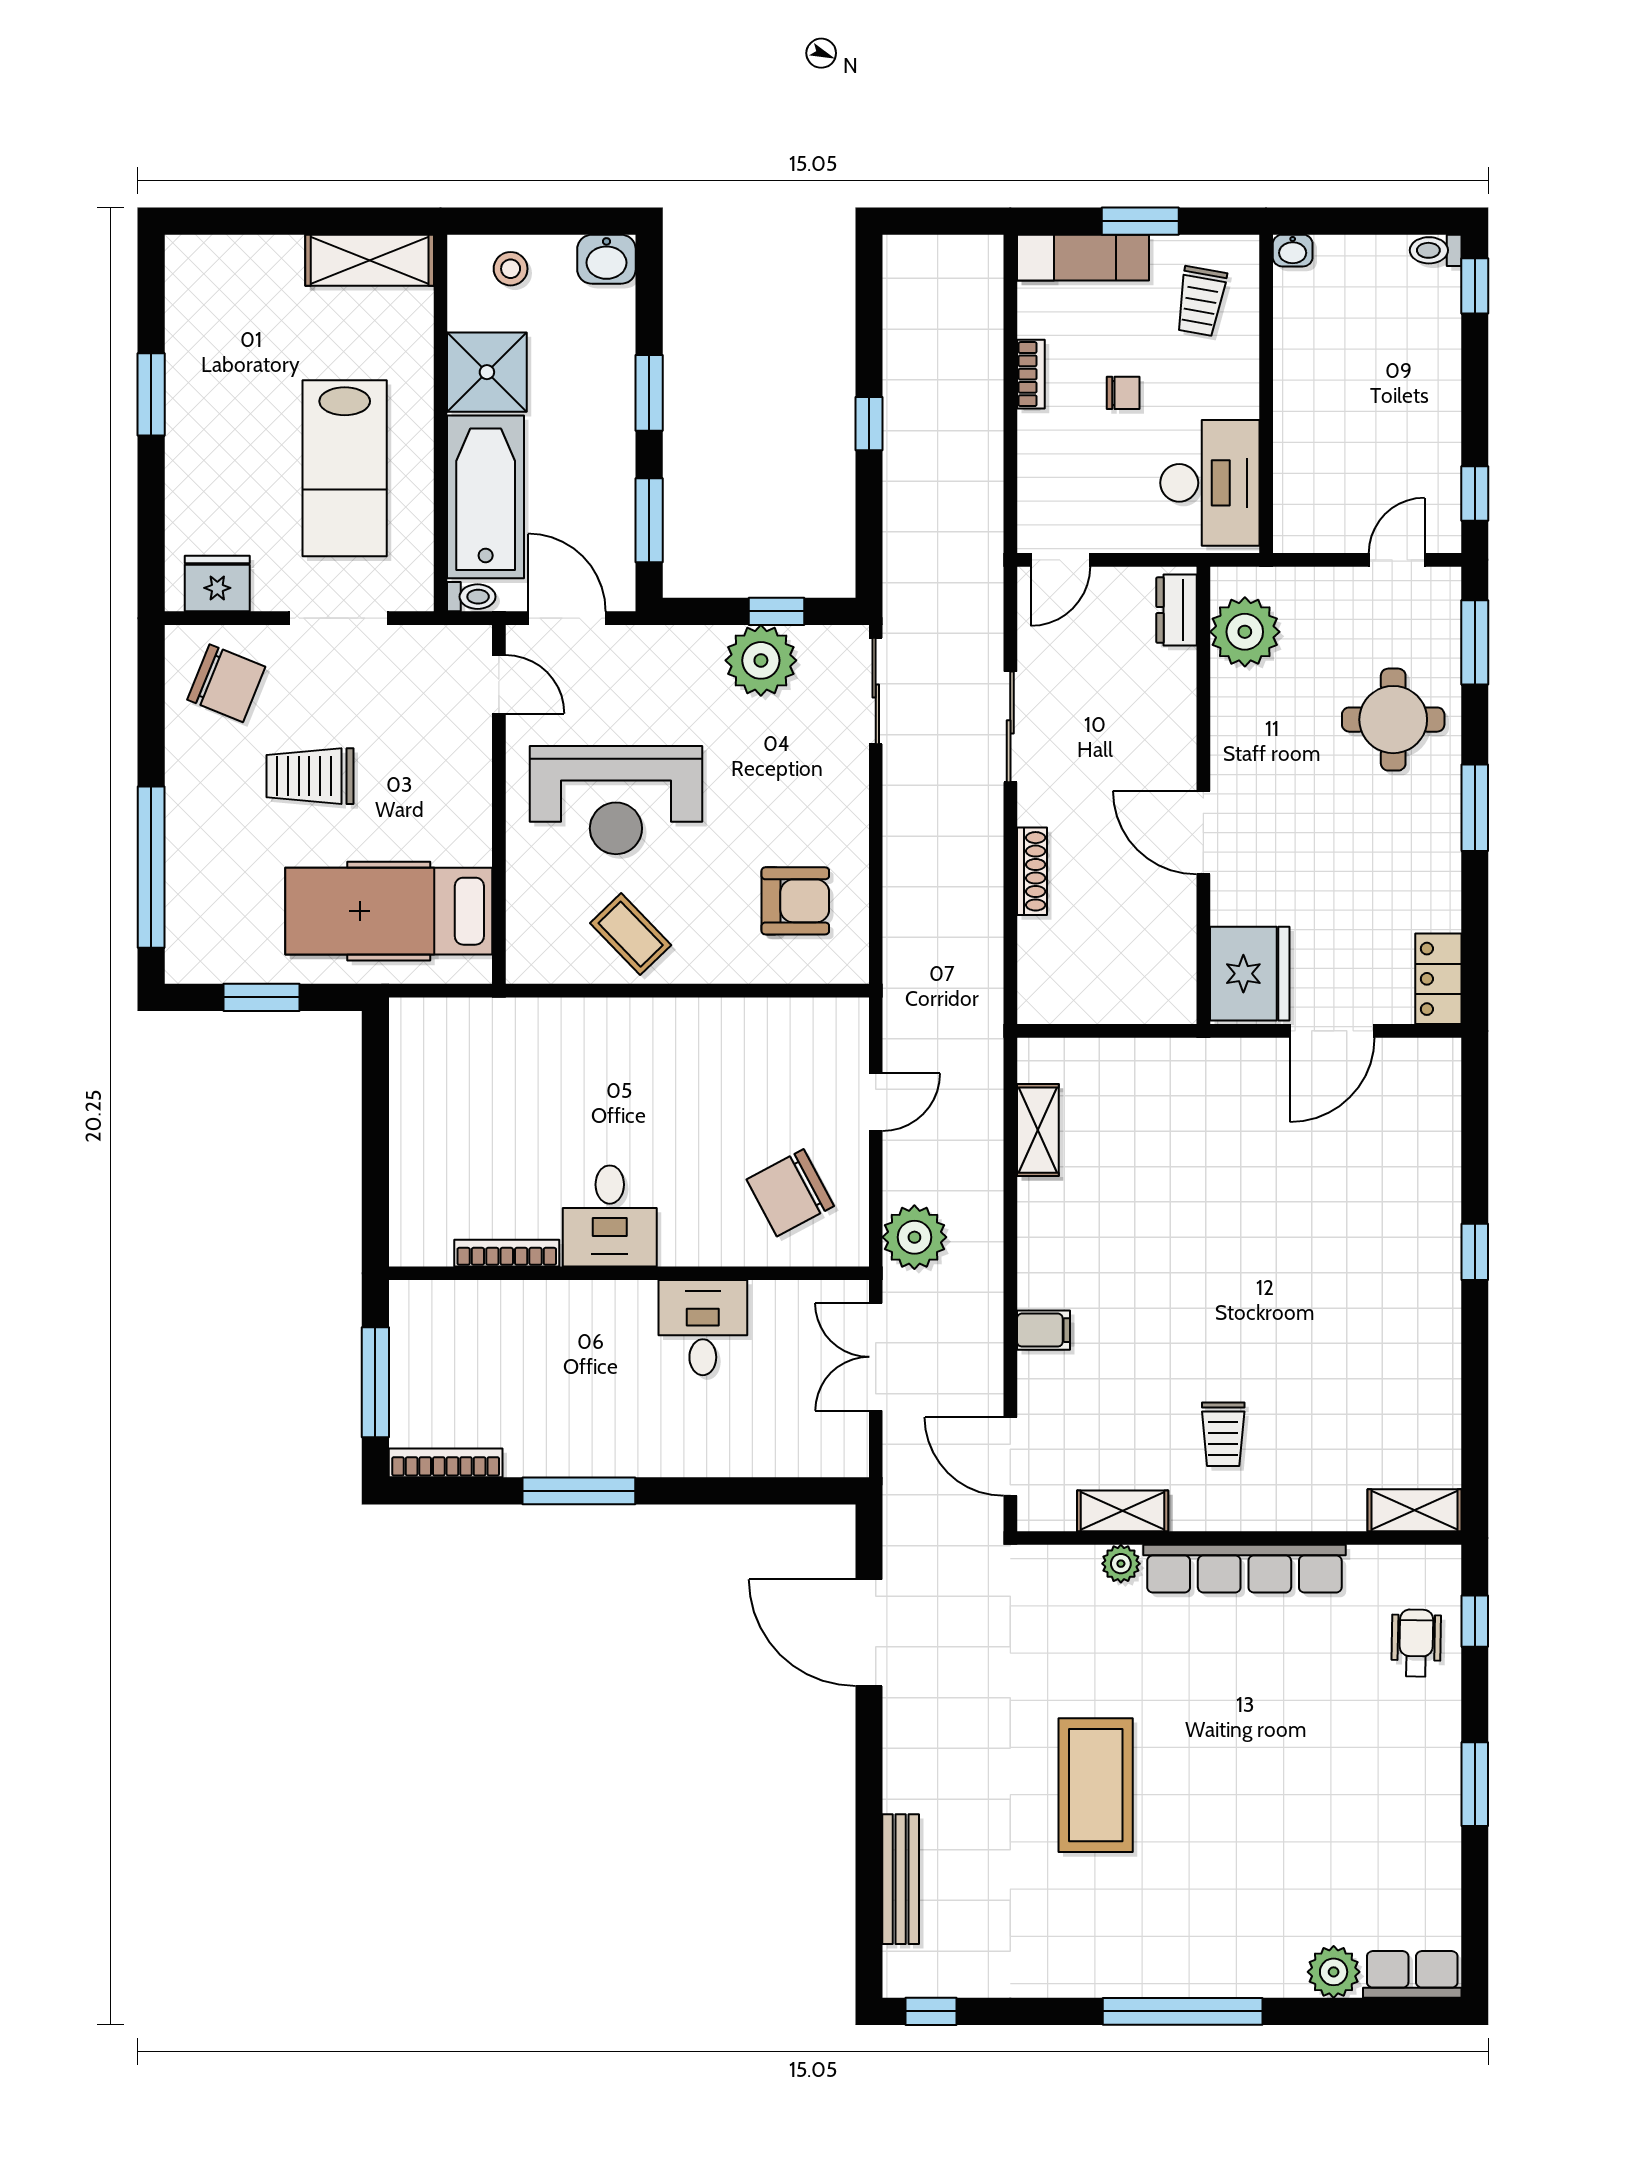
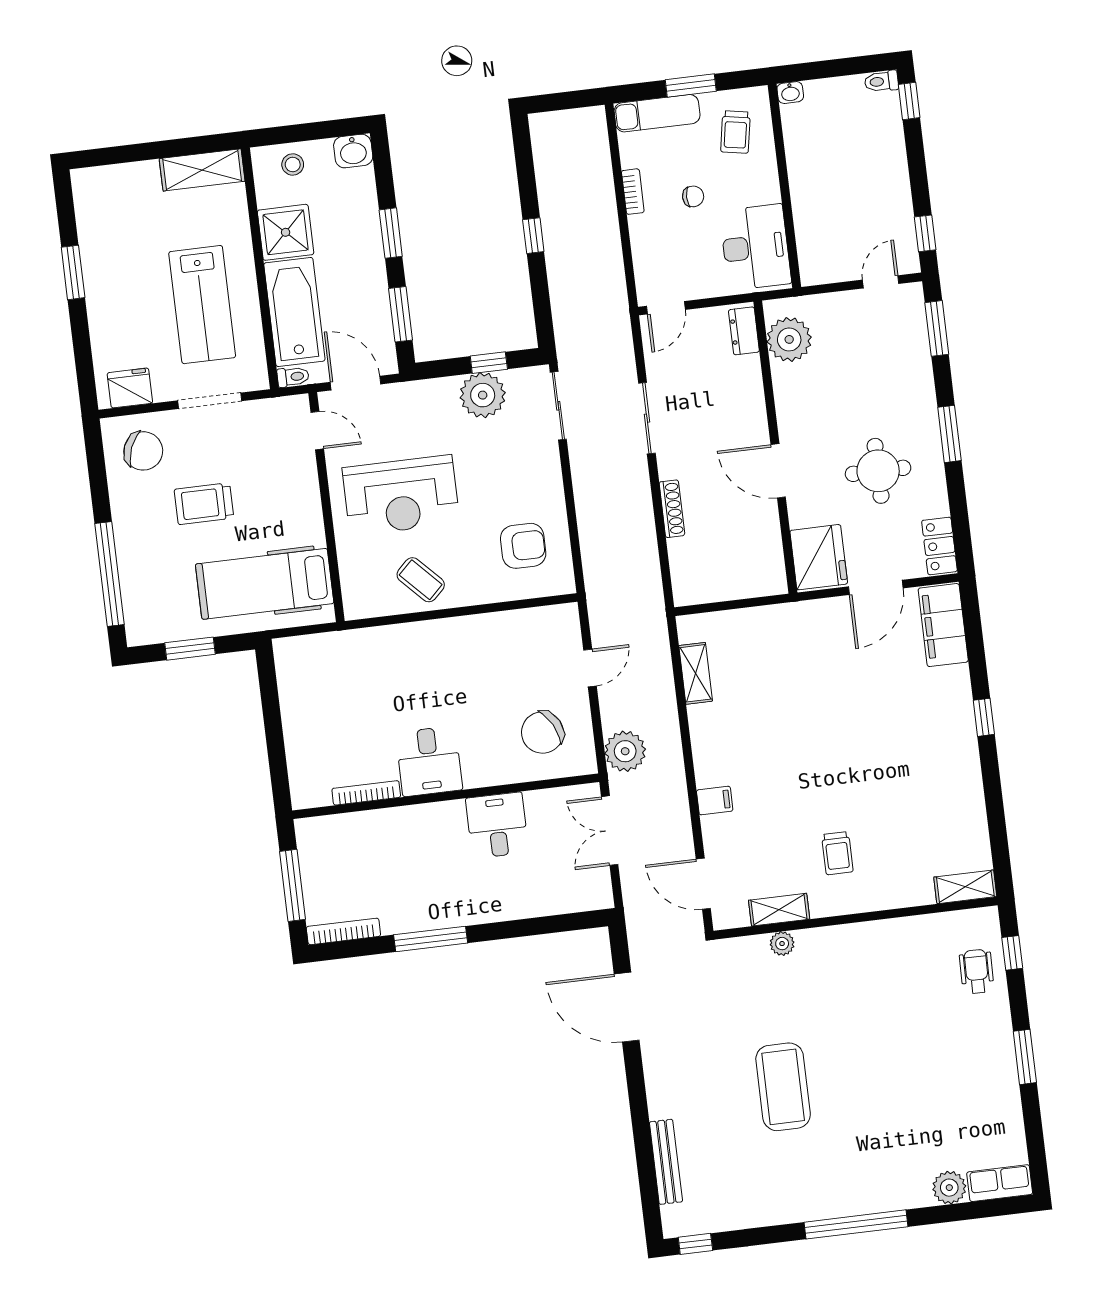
round table: (1393, 720) -> (878, 471), moved
filing cabinet: (1429, 1102) -> (943, 625), added
row of seats: (1244, 1569) -> (861, 937), removed

